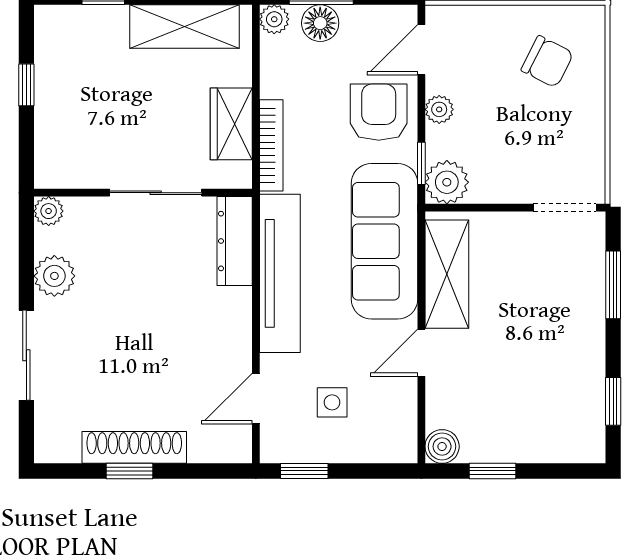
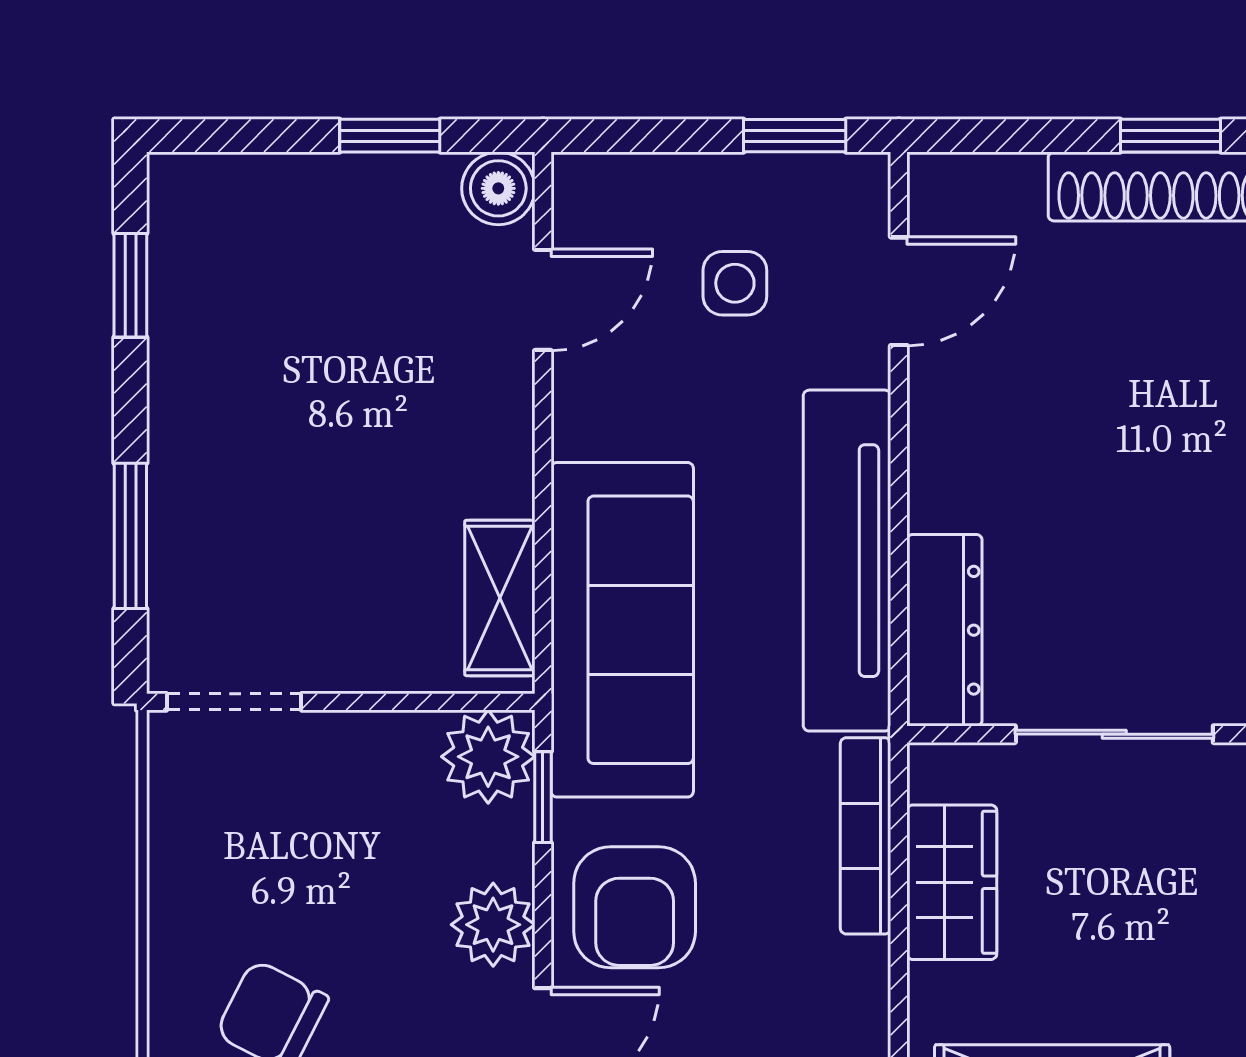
plant: (439, 109) -> (493, 925), width x1.38, depth x1.38
shelving: (447, 274) -> (500, 598), width x0.67, depth x0.75
door: (421, 353) -> (543, 300), moved

